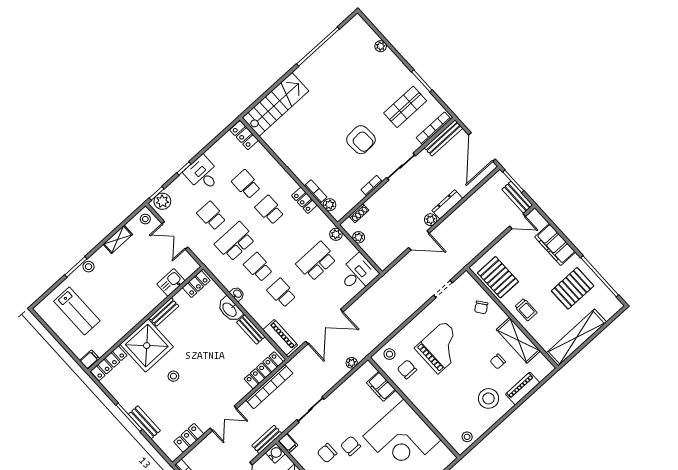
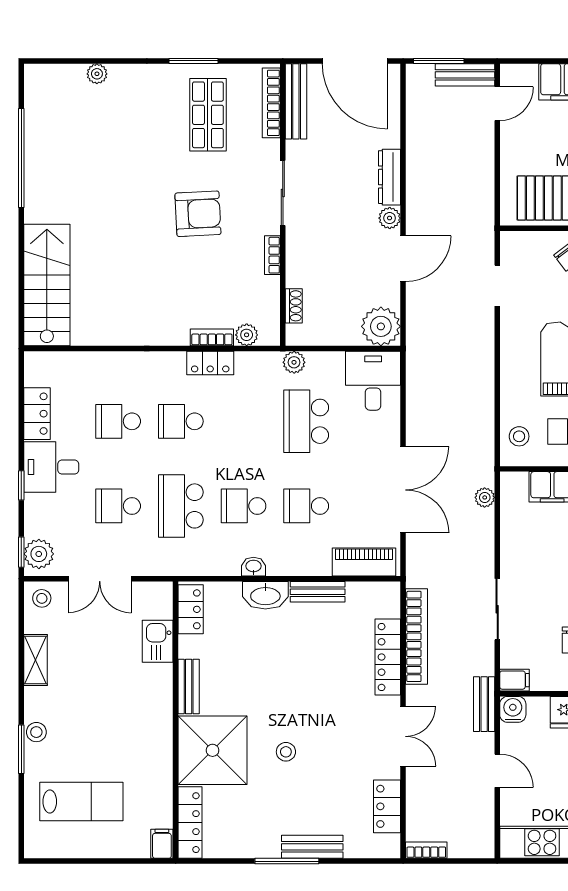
locker: (244, 135) -> (37, 414), moved, turned -90
plant: (359, 237) -> (381, 326), moved, width x1.88, depth x1.88
locker: (264, 370) -> (388, 657), moved

